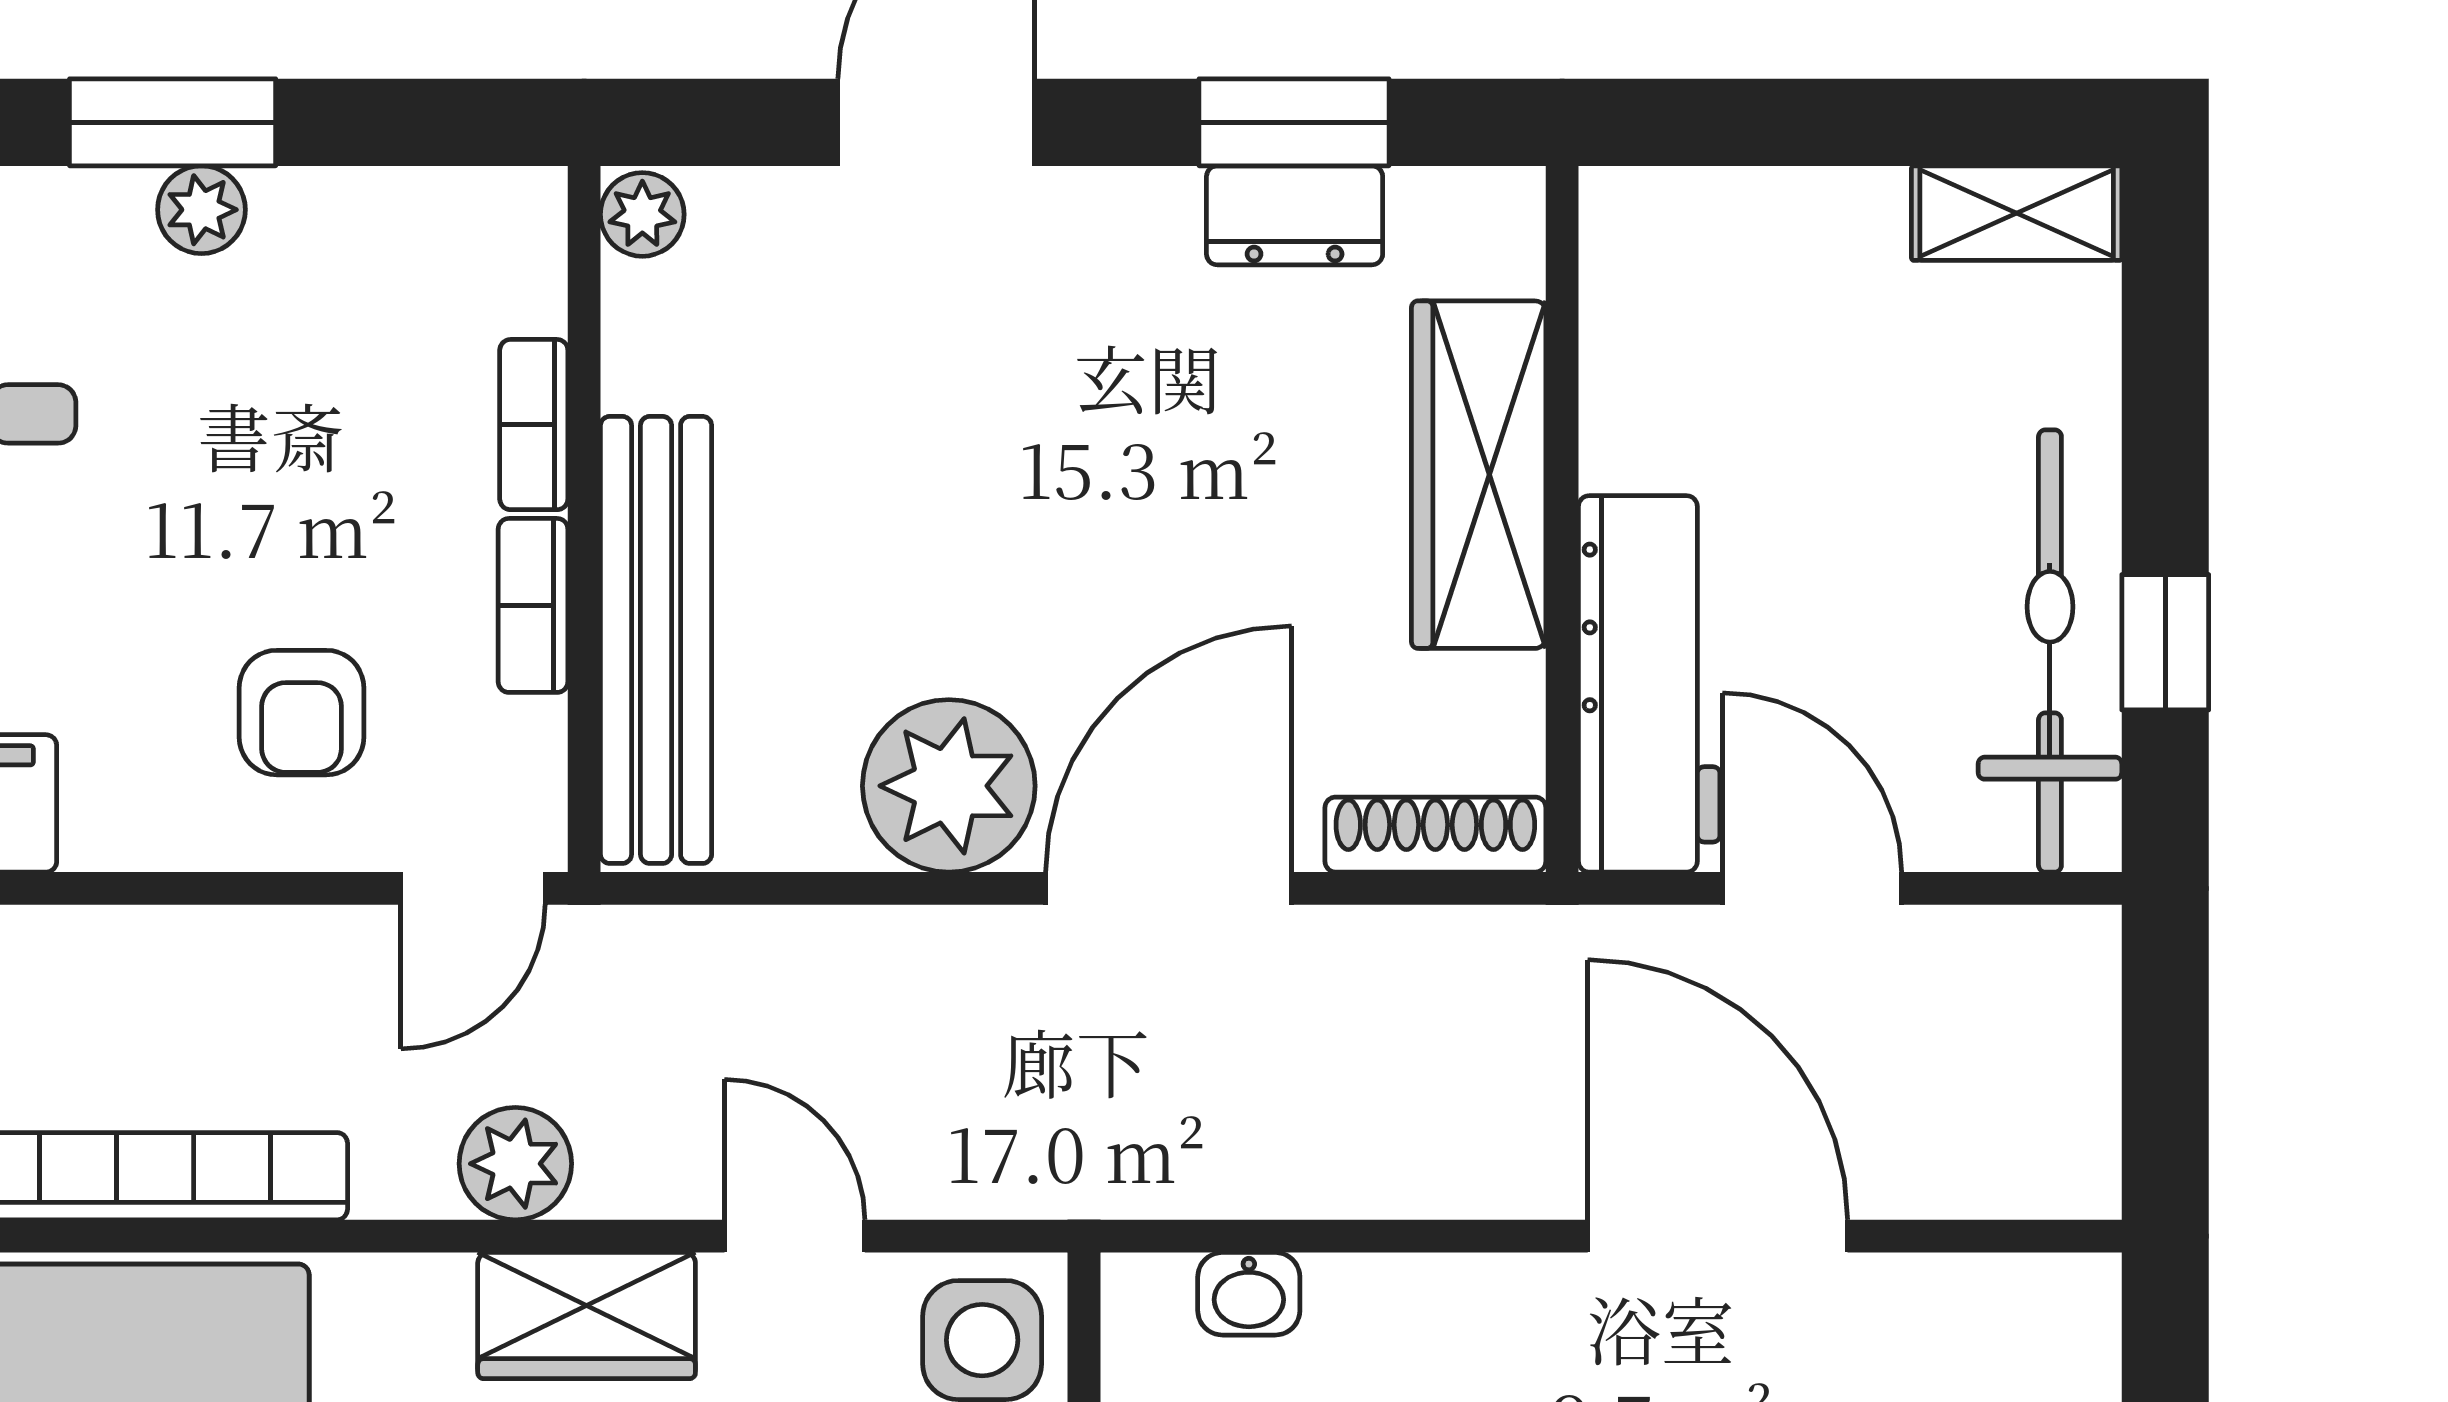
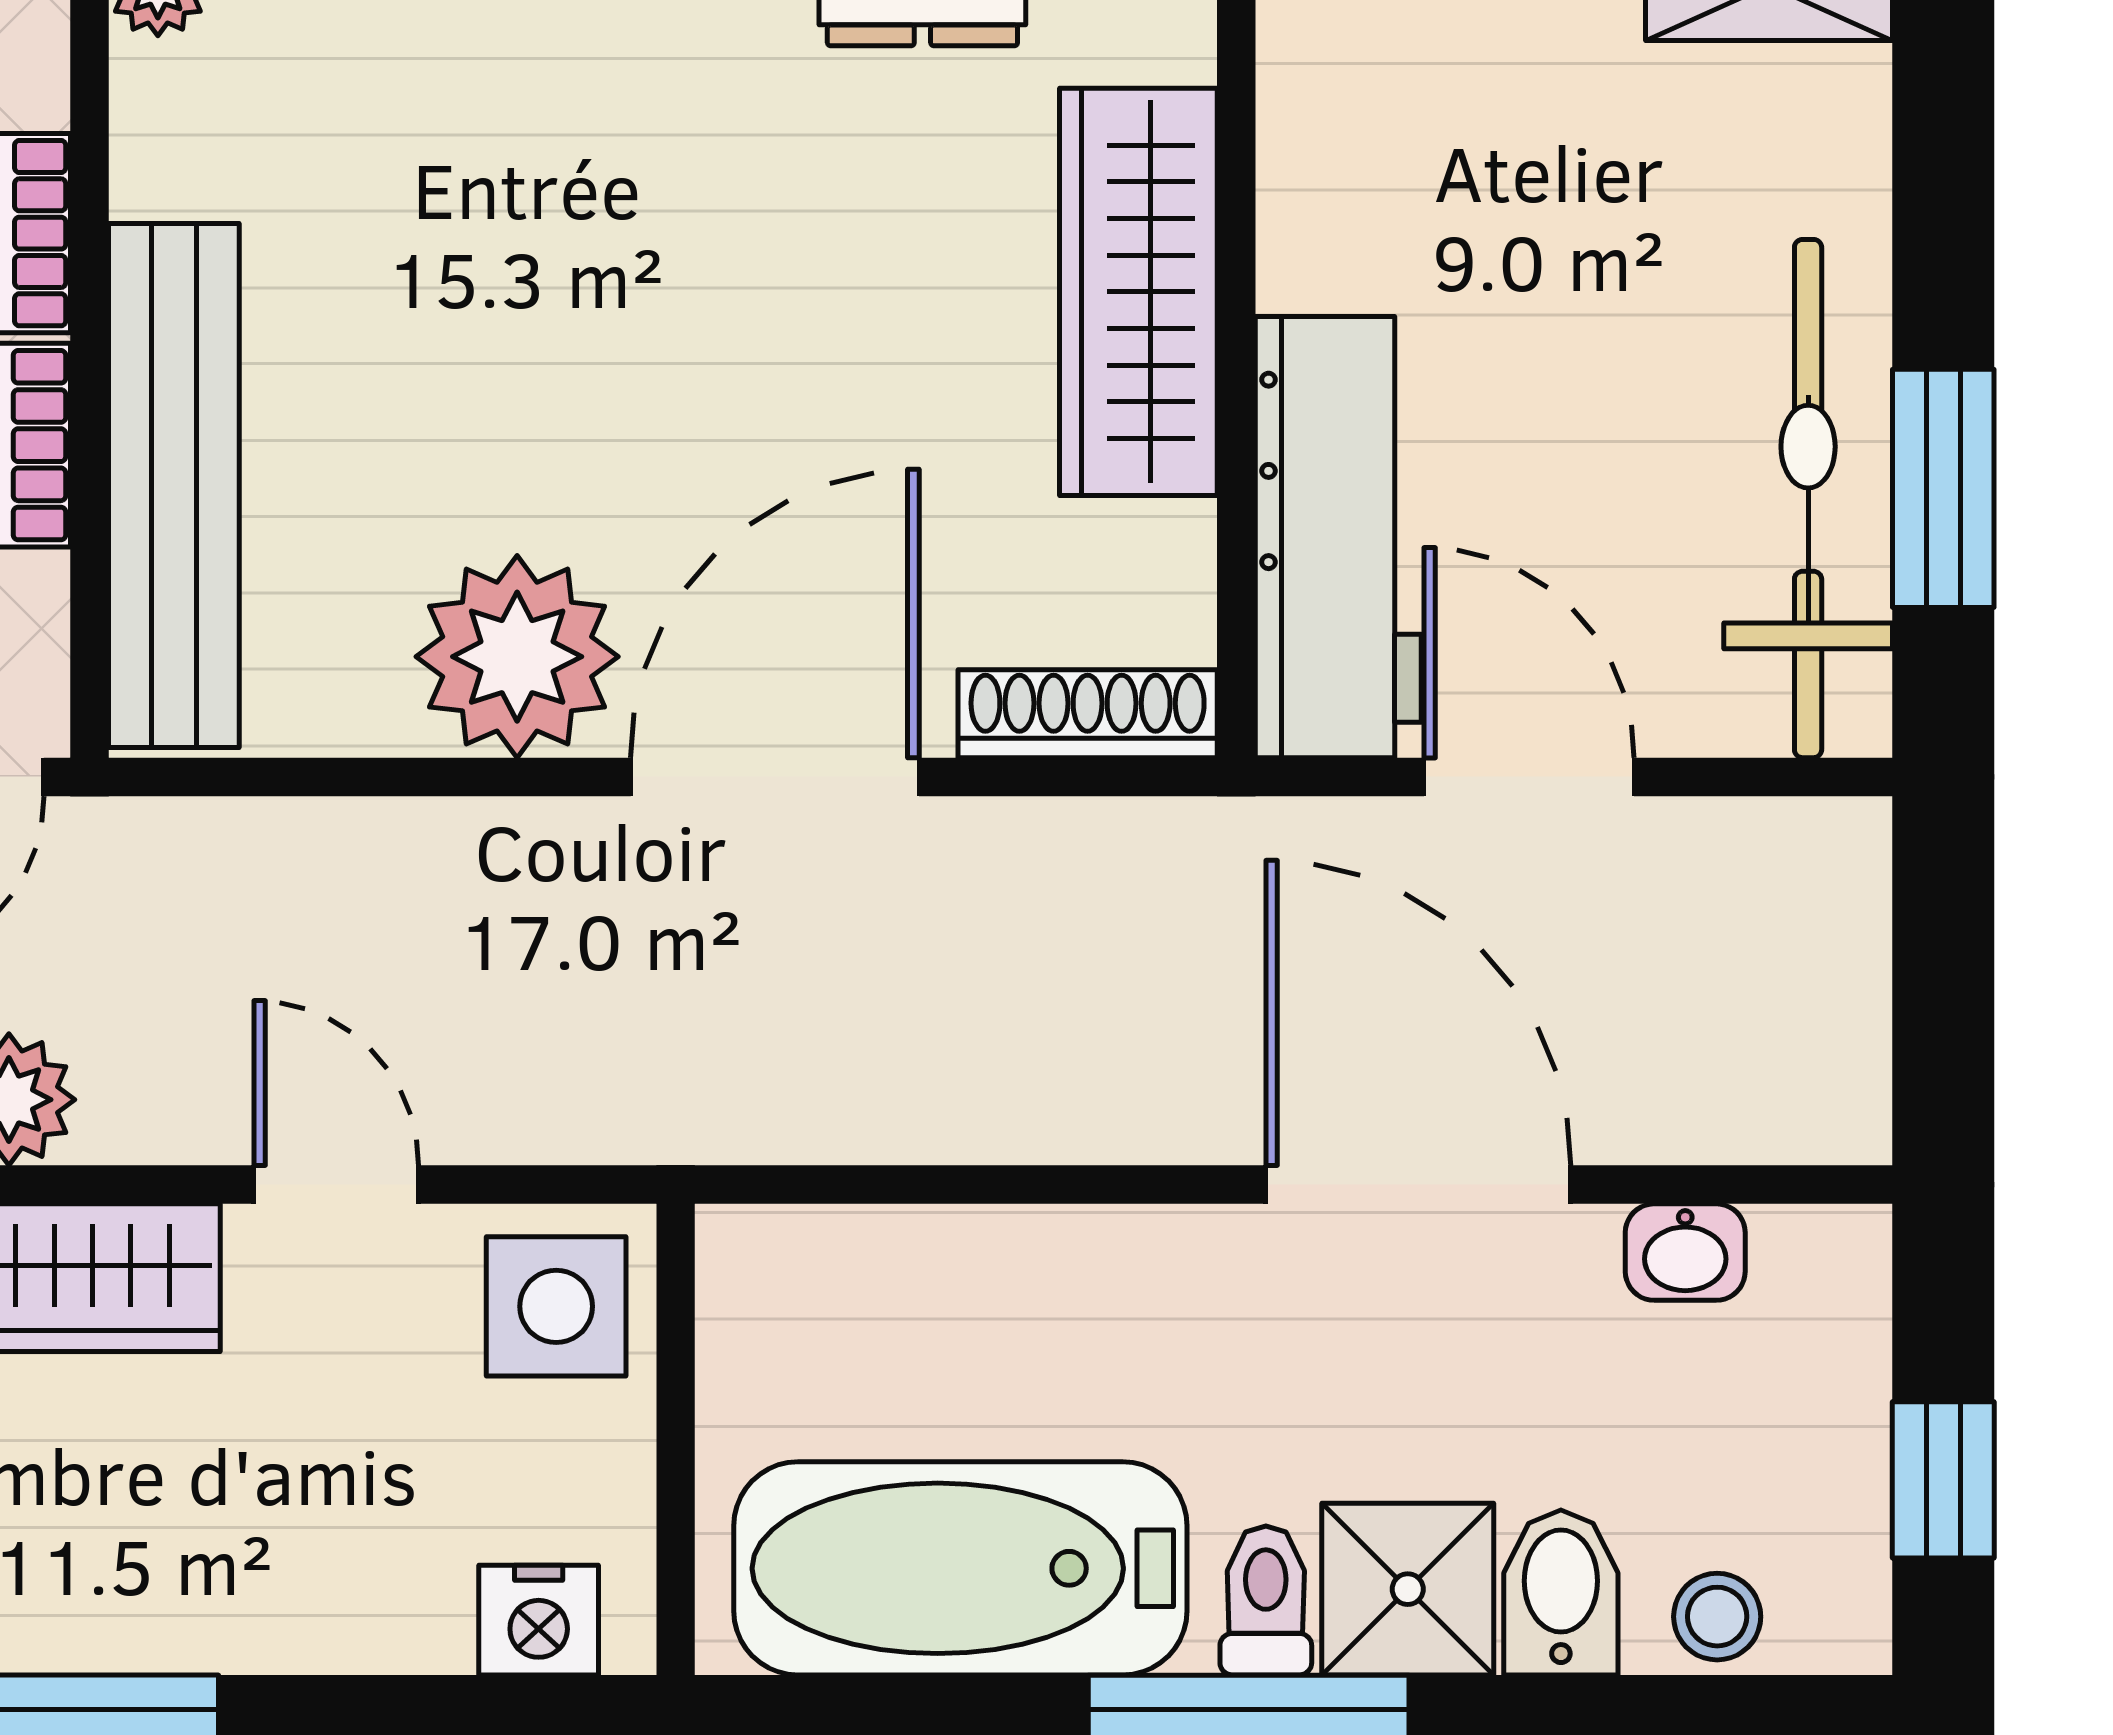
window: (2165, 642) -> (1943, 488), width x1.50
washbasin: (1249, 1294) -> (1685, 1252), moved

